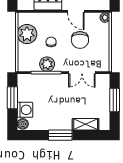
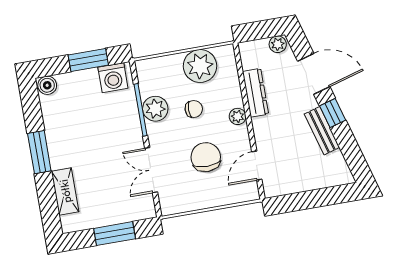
door: (76, 11) -> (257, 166), moved
plant: (105, 18) -> (238, 116), moved
chair: (80, 40) -> (206, 157), turned 90
washing machine: (25, 110) -> (113, 78), moved

